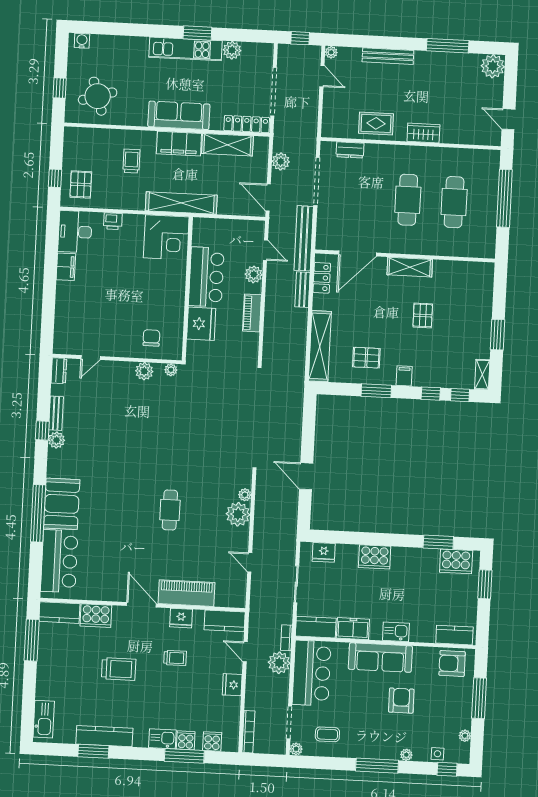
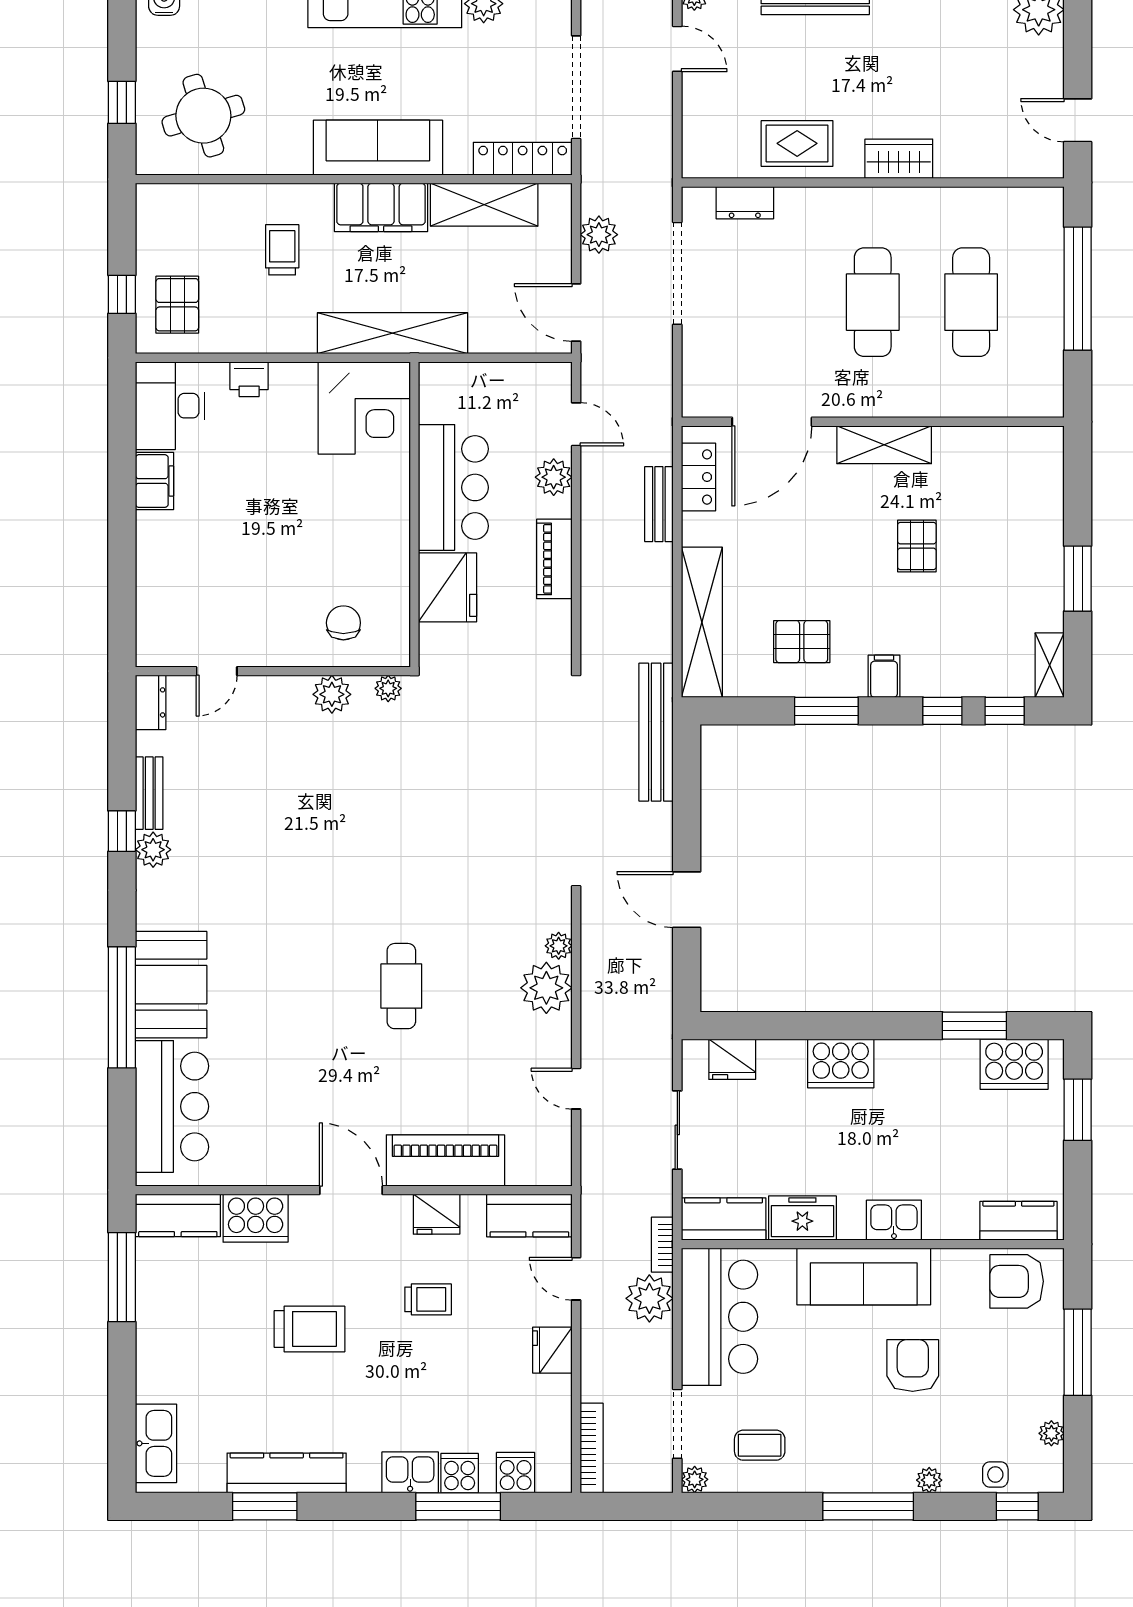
bench: (304, 238) -> (656, 732), moved

